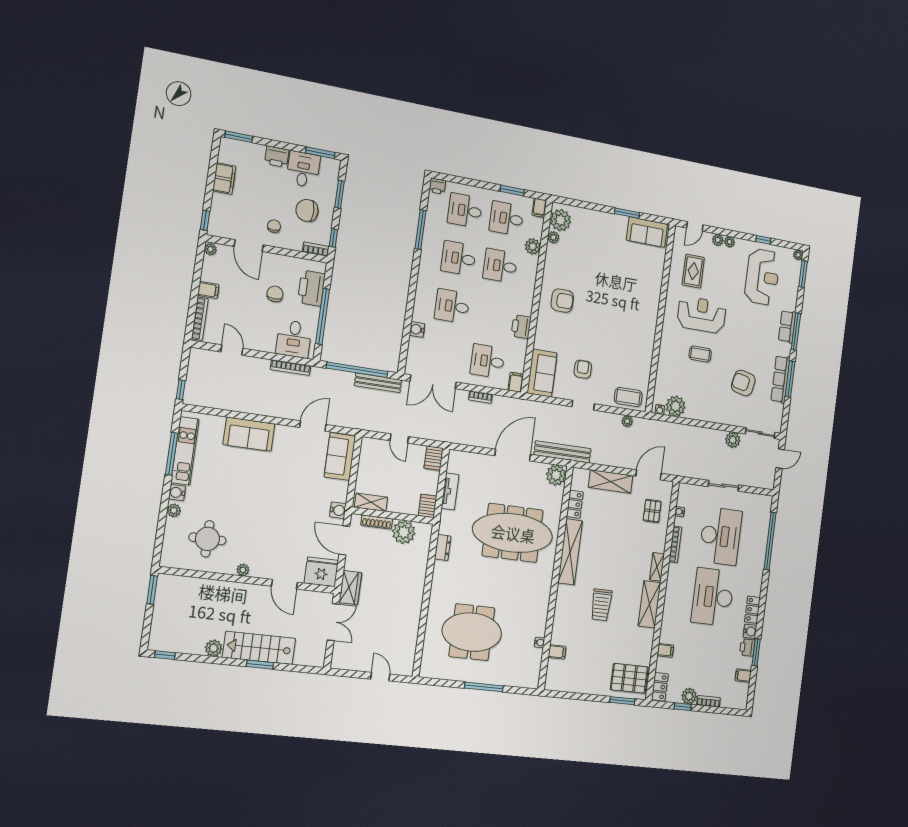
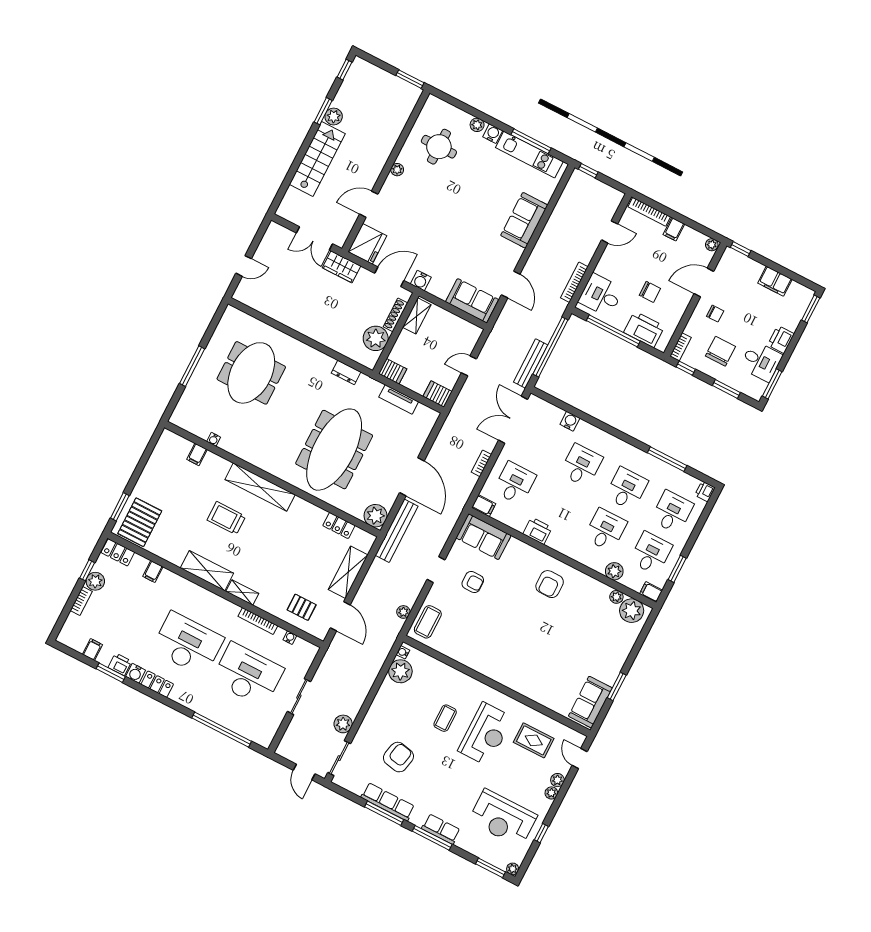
desk: (721, 536) -> (248, 675), turned 180
shelving: (570, 552) -> (260, 487), moved
window: (260, 665) -> (323, 111), moved

